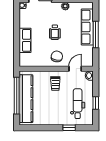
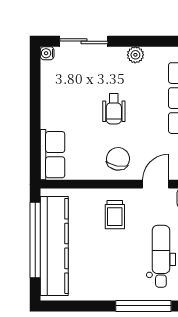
row of seats: (25, 40) -> (52, 155), moved
window: (69, 128) -> (143, 306), width x2.17

